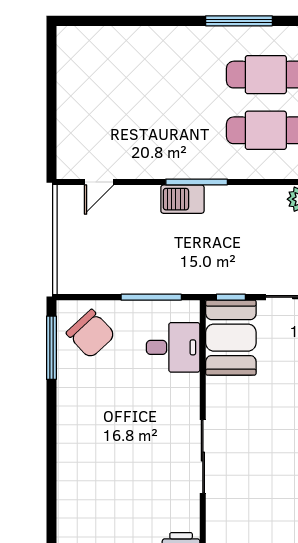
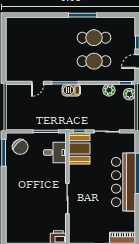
door: (99, 182) -> (38, 83), moved
barbecue: (182, 199) -> (71, 90), moved

